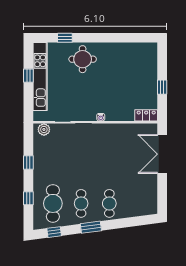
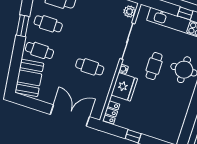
cafe table: (88, 89) -> (154, 66), added
fridge: (118, 111) -> (124, 87), added
cafe table: (109, 150) -> (90, 67), added
booth: (139, 205) -> (29, 78), added

